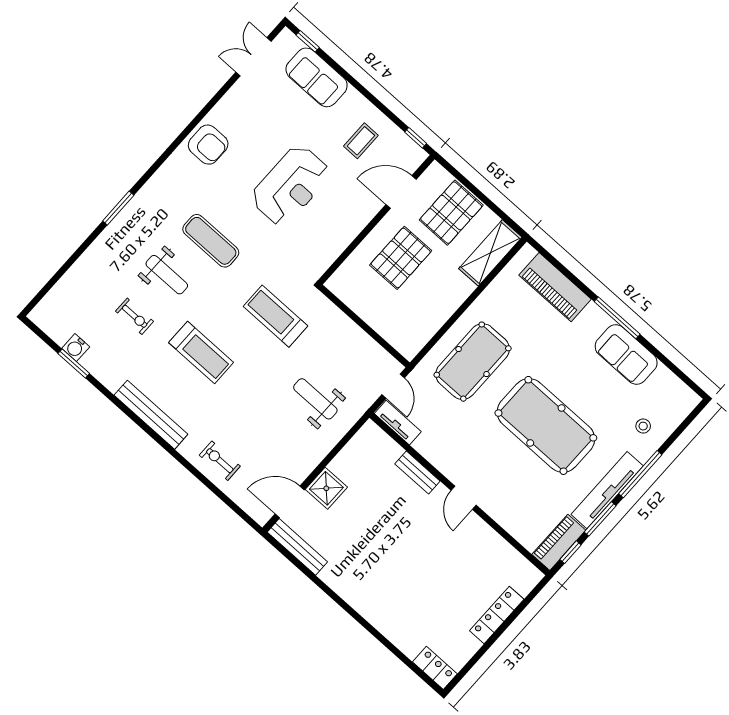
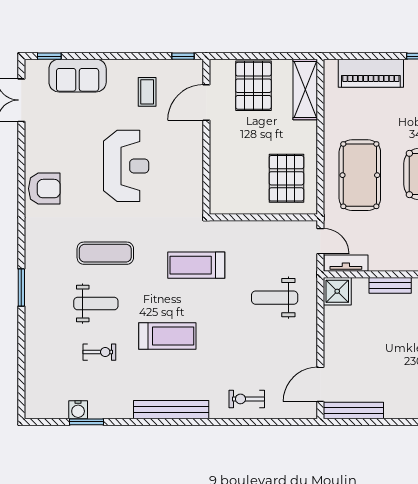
pallet: (401, 258) -> (286, 178), moved
shower: (326, 488) -> (337, 291), moved

